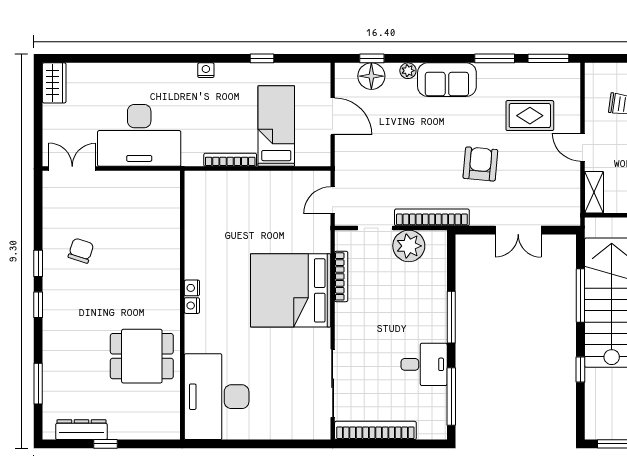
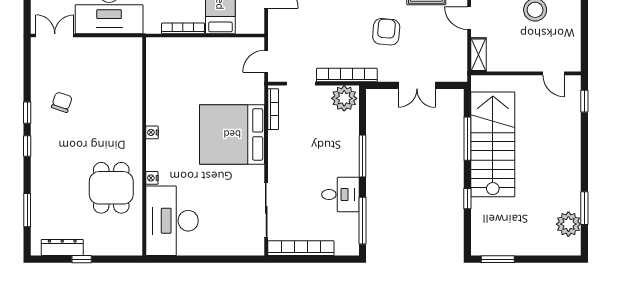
plant: (409, 246) -> (344, 98), moved
bookcase: (341, 276) -> (273, 109), moved
nightstand: (192, 306) -> (152, 178), moved
dining table: (142, 356) -> (111, 188), turned 90

